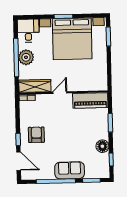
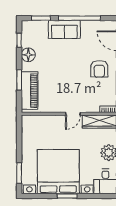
piano: (90, 101) -> (30, 91), moved, turned 90

